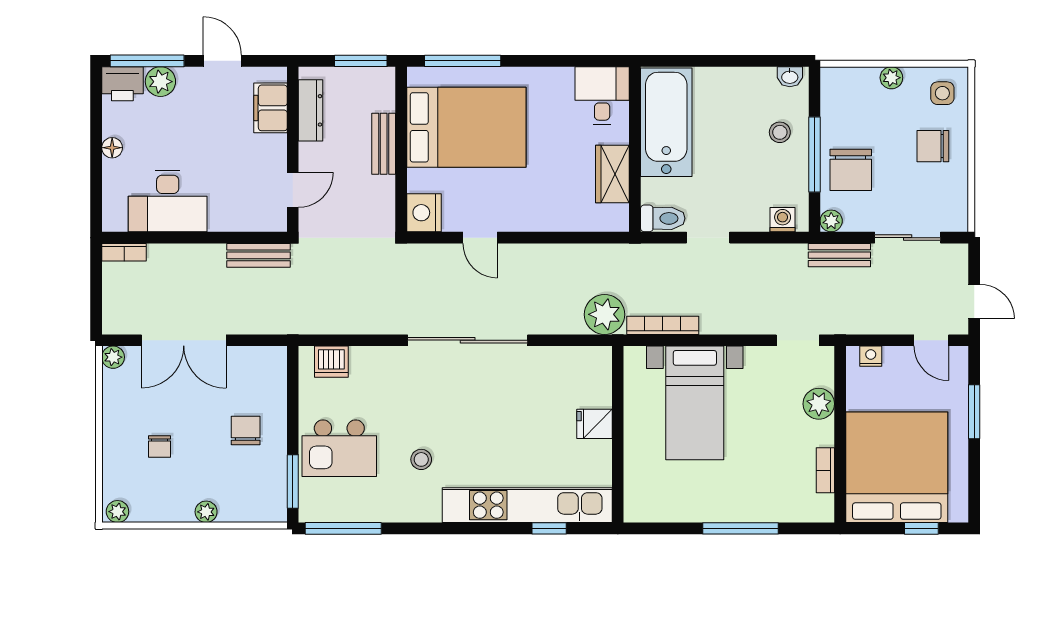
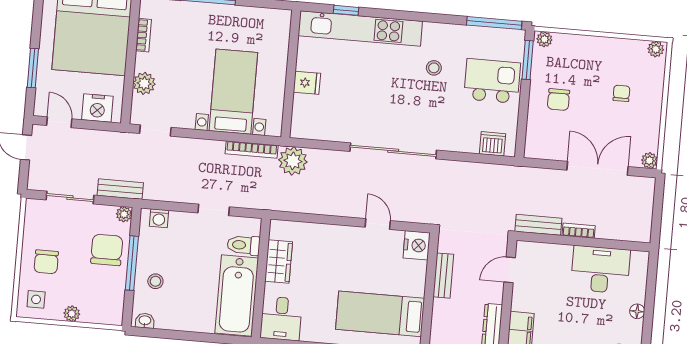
bed: (466, 127) -> (380, 314), width x0.67
bench: (384, 144) -> (443, 276), moved
chair: (933, 146) -> (46, 262), turned 90
toilet: (663, 218) -> (243, 245), moved
bookcase: (124, 252) -> (579, 231), moved
nightstand: (871, 356) -> (97, 108), width x1.89, depth x1.79
plant: (206, 512) -> (544, 39), moved

